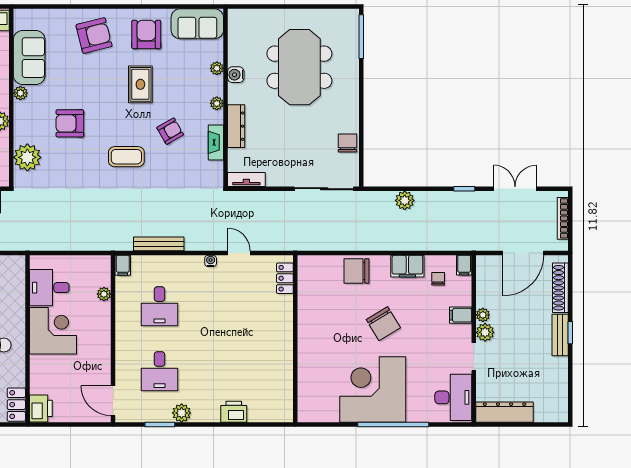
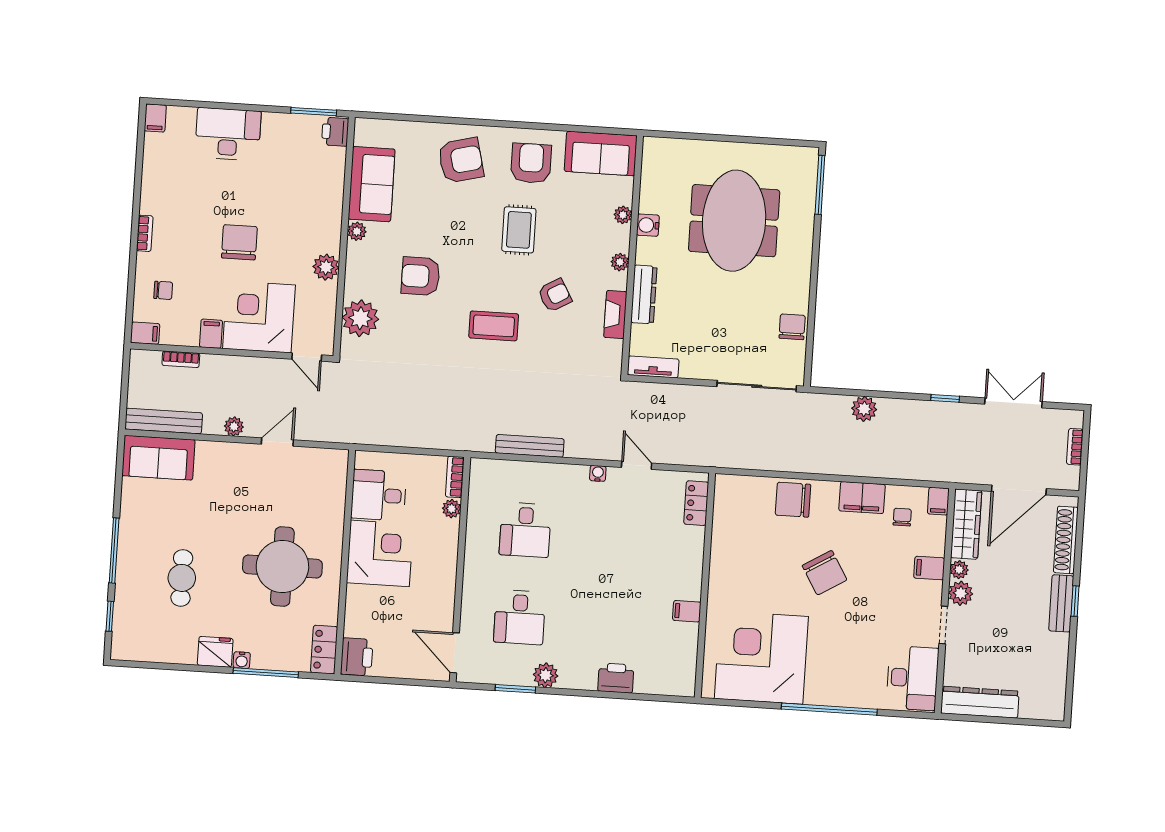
bookcase: (563, 218) -> (1075, 447), width x0.64
filing cabinet: (123, 265) -> (687, 611), moved, turned 90
bookcase: (105, 270) -> (455, 477), added
wardrobe: (486, 281) -> (966, 524), added
corner desk: (373, 389) -> (761, 658), moved

